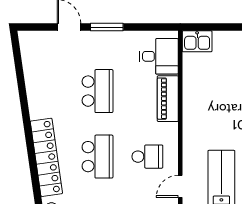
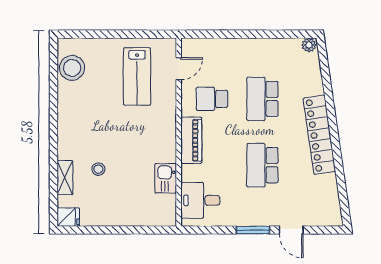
kitchen sink: (197, 41) -> (166, 178), moved, turned -90
piano: (168, 99) -> (191, 140), moved
locker: (46, 157) -> (319, 135), moved

